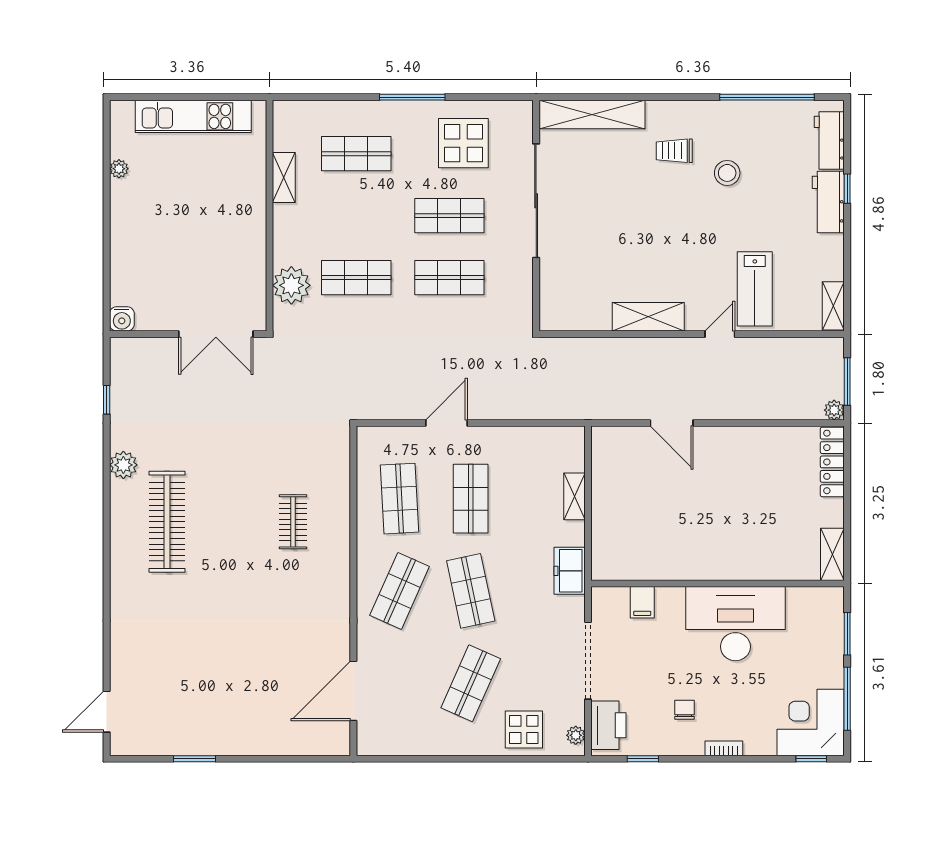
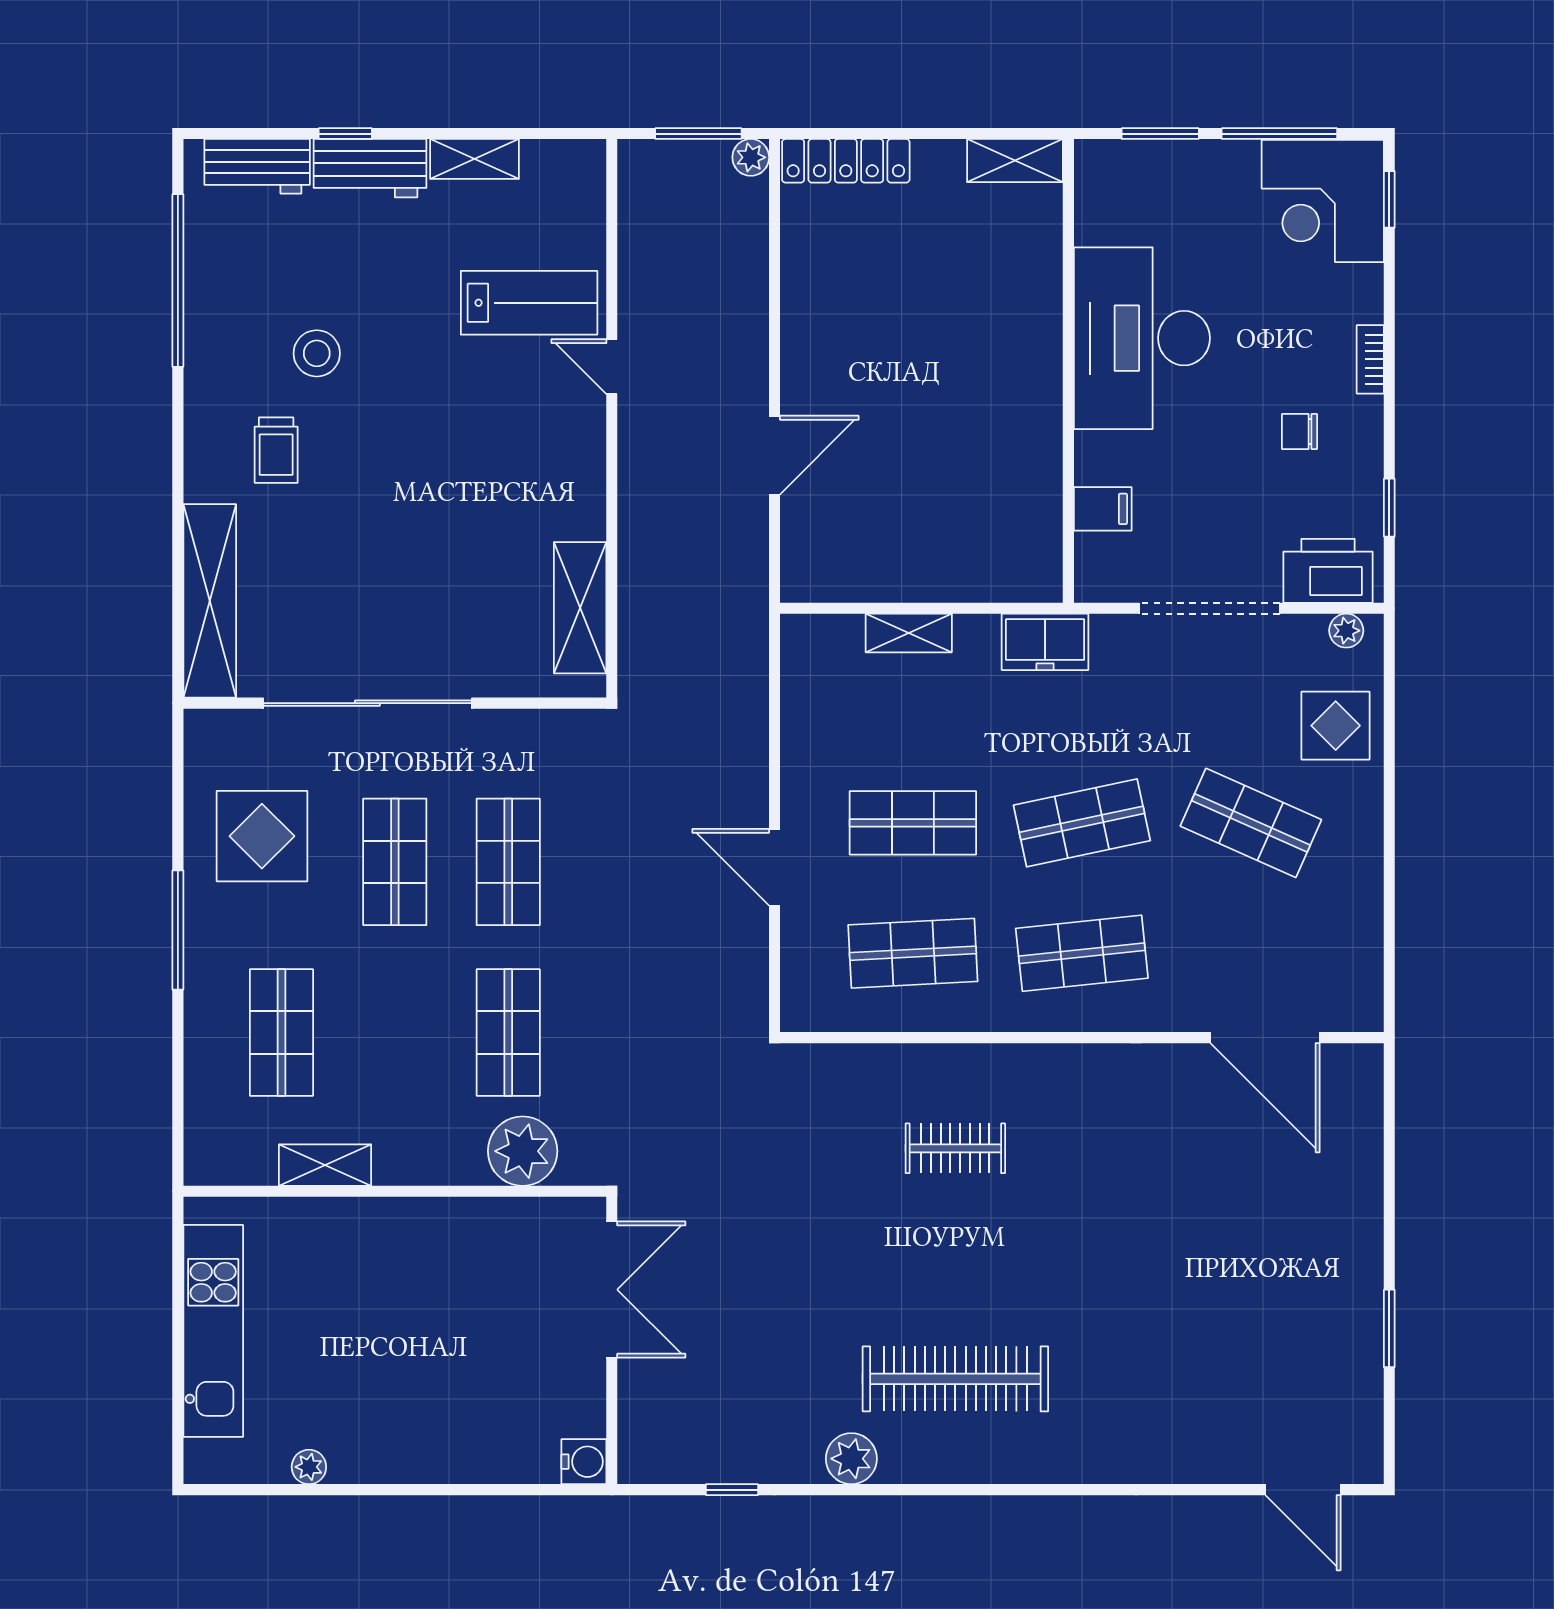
shelving: (833, 306) -> (475, 159), moved
shelving: (648, 317) -> (580, 608), moved
shop shelf: (400, 591) -> (1082, 953), turned -30

